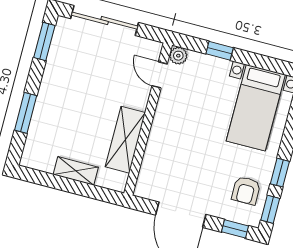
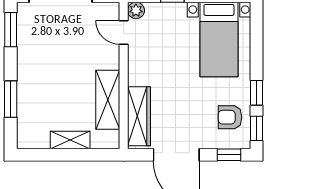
wardrobe: (153, 165) -> (139, 116), added
armchair: (246, 191) -> (230, 117), turned 90

